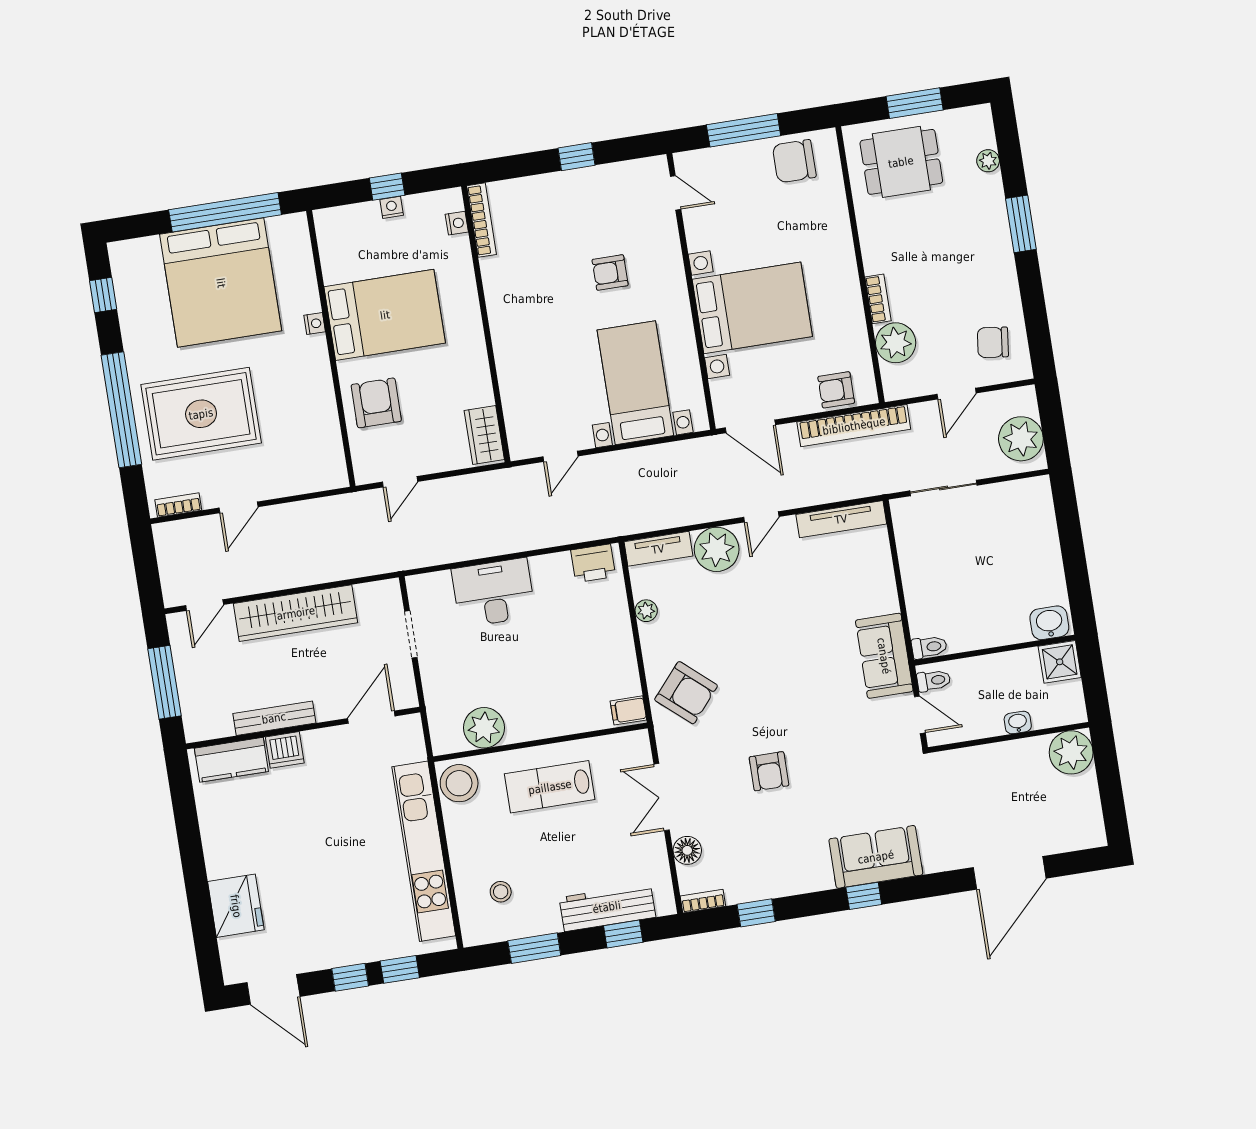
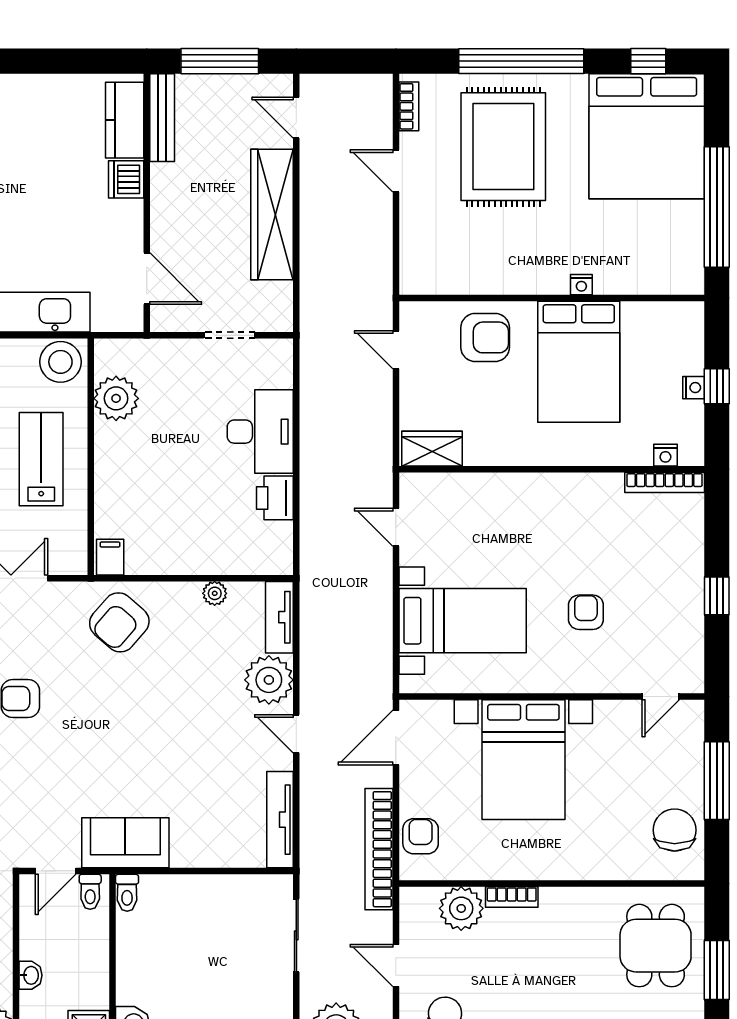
bed: (221, 283) -> (647, 136), moved, turned -90
printer: (593, 563) -> (275, 498), moved
bench: (274, 718) -> (162, 118), moved

